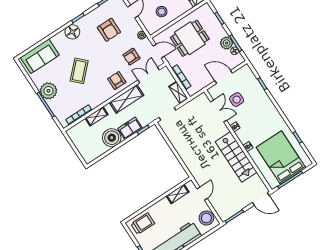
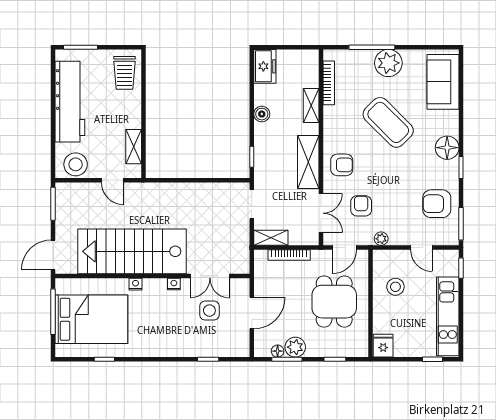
armchair: (109, 30) -> (437, 204), moved
coffee table: (79, 71) -> (388, 122), width x1.36, depth x1.32
freezer: (130, 128) -> (265, 66), moved
boiler: (112, 138) -> (262, 114), width x0.54, depth x0.54
stairs: (236, 157) -> (132, 251), width x1.36, depth x1.51

